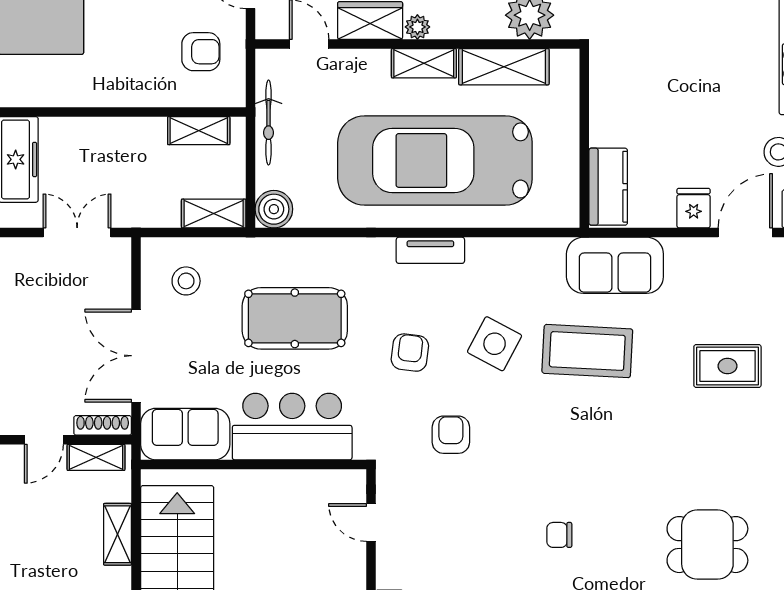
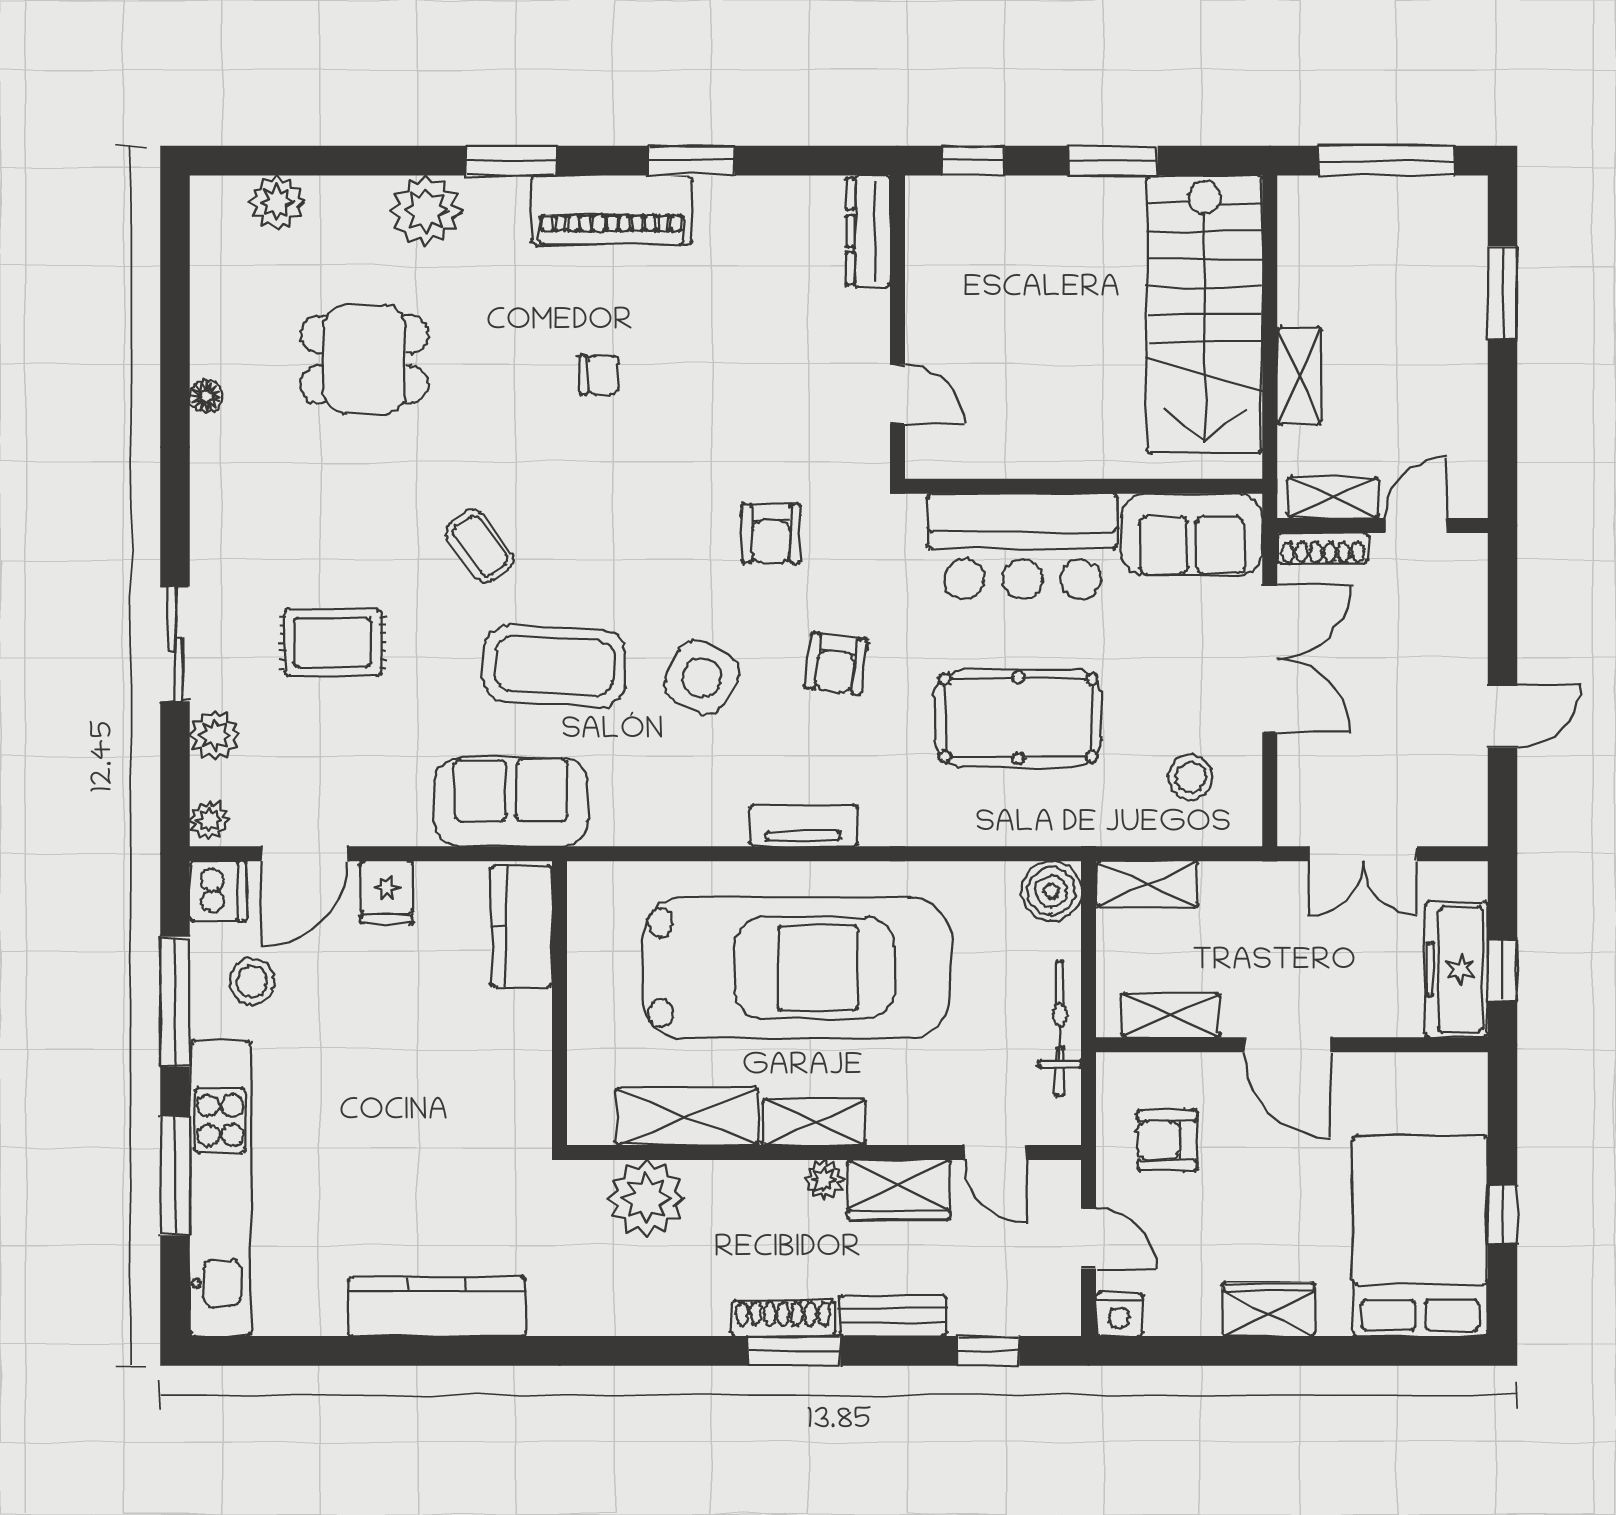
door: (125, 112) -> (1287, 1045), added
coffee table: (635, 427) -> (480, 546), added

